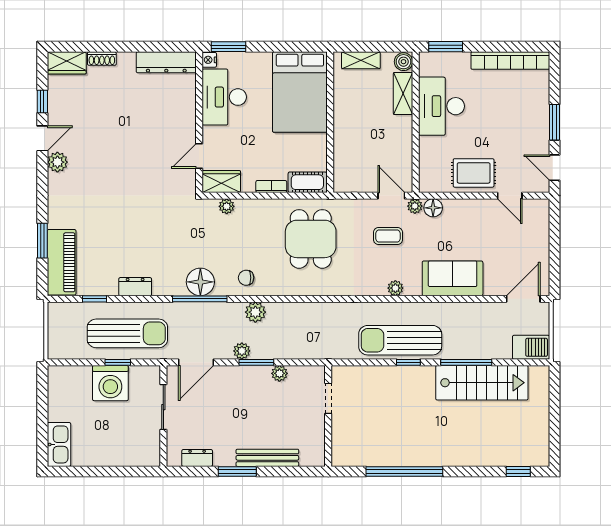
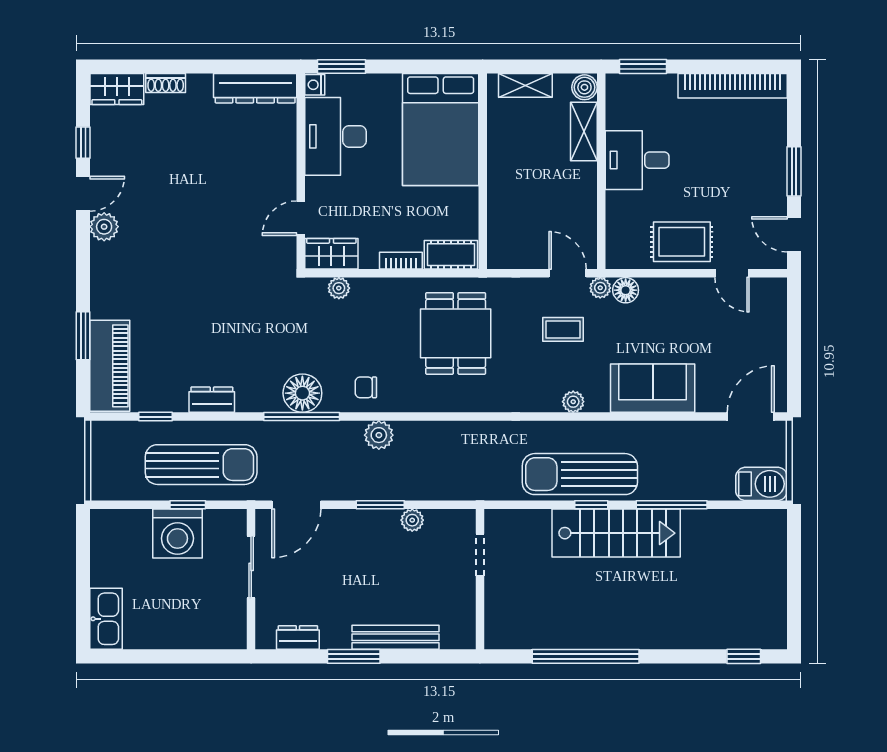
desk: (441, 106) -> (637, 160), width x0.73
plant: (242, 351) -> (360, 489), removed
stairs: (482, 383) -> (616, 533), moved

